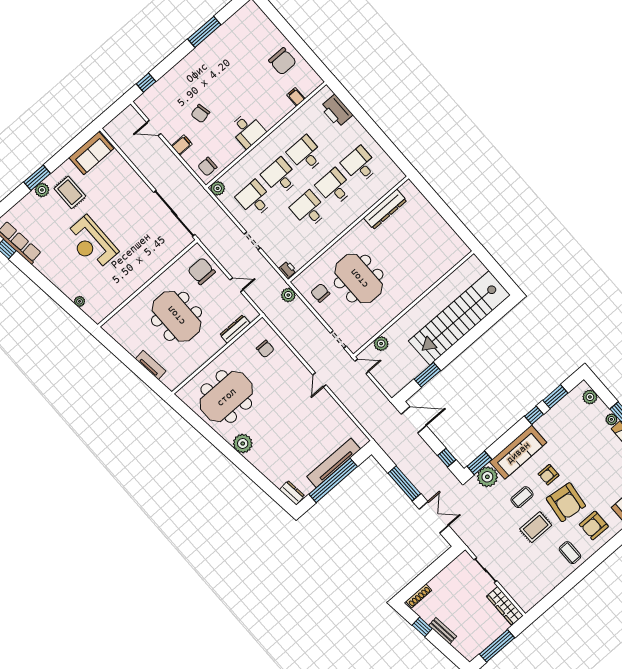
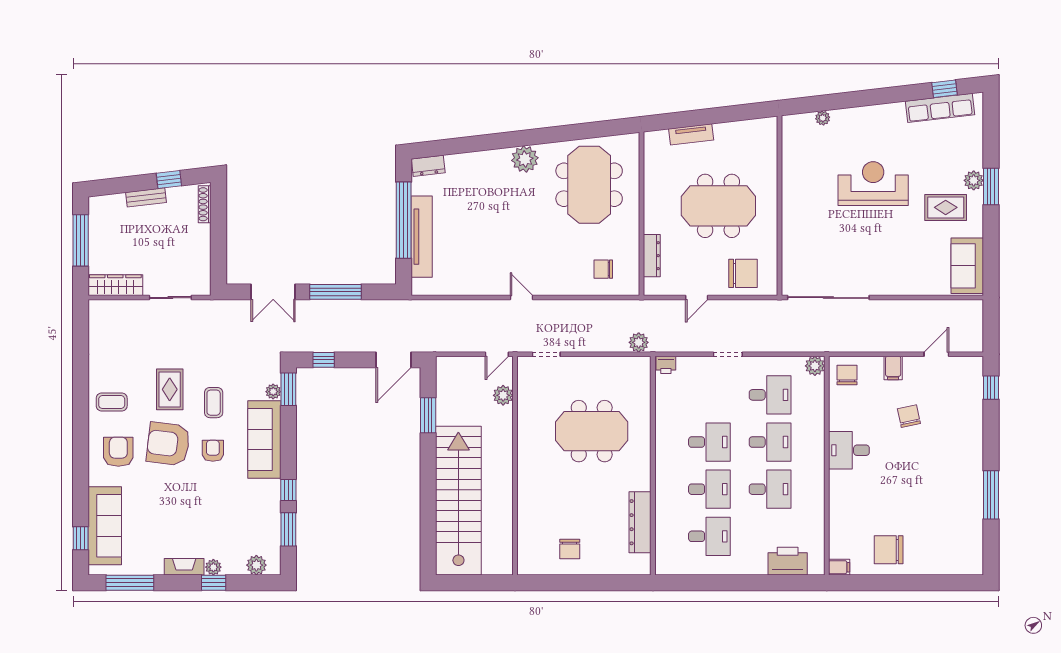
filing cabinet: (296, 97) -> (839, 567), moved
chair: (320, 293) -> (570, 549), moved, turned 90
plant: (487, 477) -> (273, 392), width x0.53, depth x0.53

